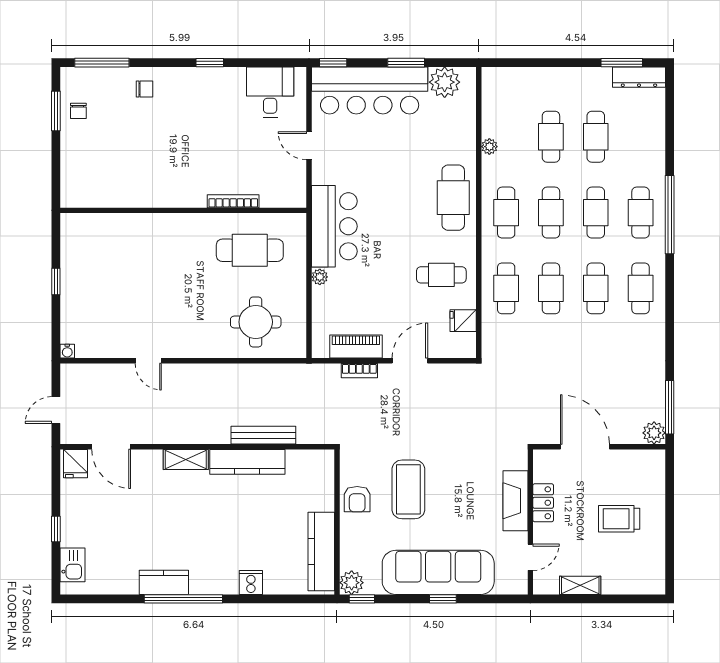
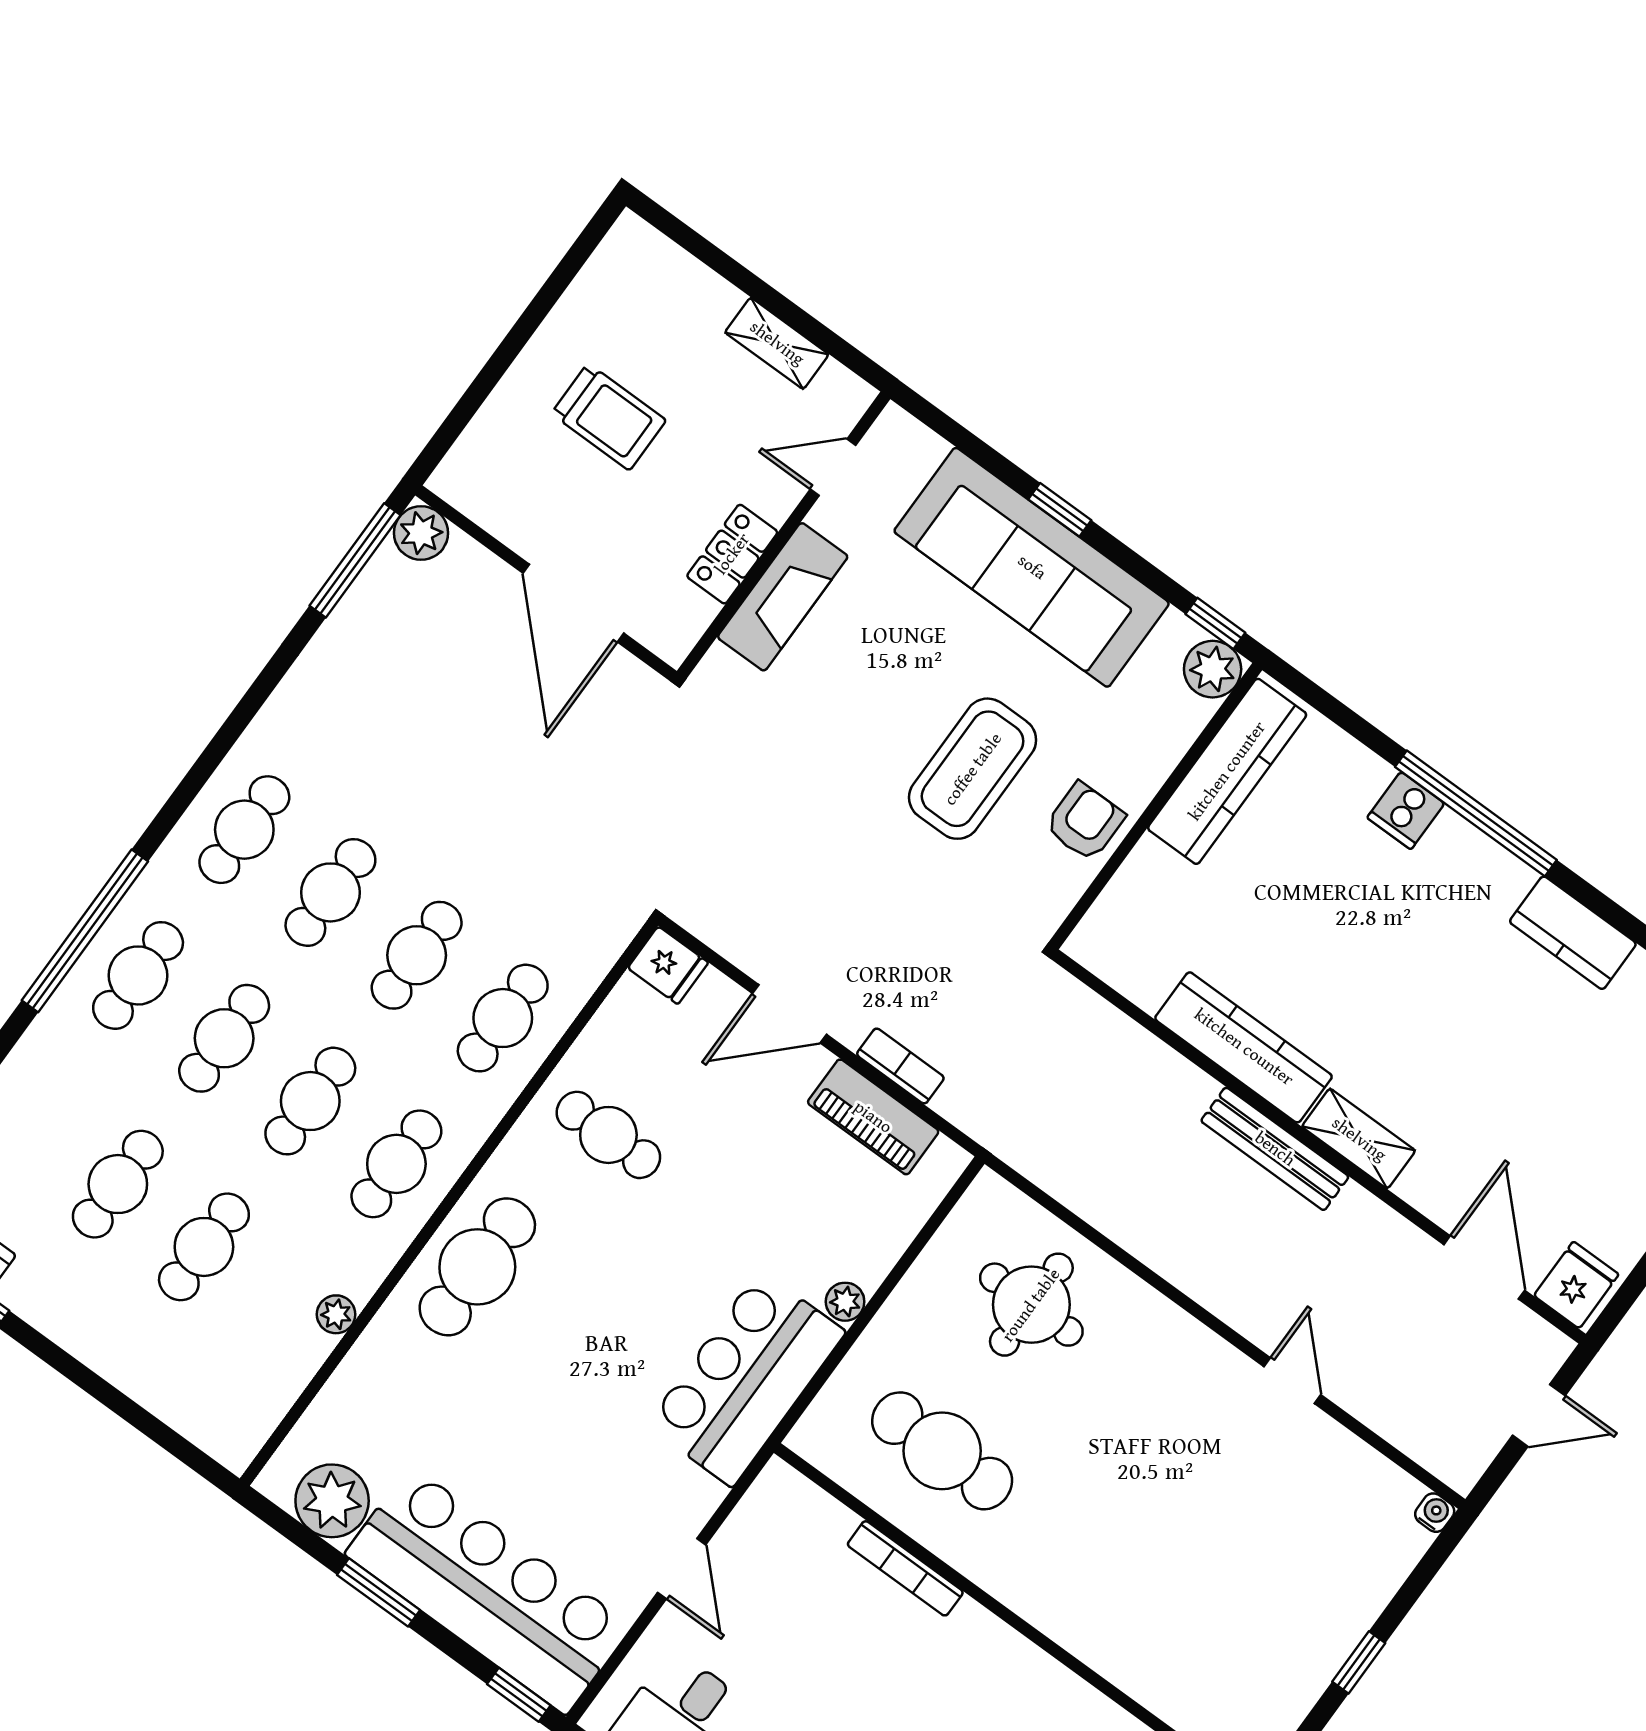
fridge: (463, 321) -> (668, 965), moved
bench: (263, 435) -> (1275, 1149), moved
window: (183, 599) -> (1476, 813), moved

